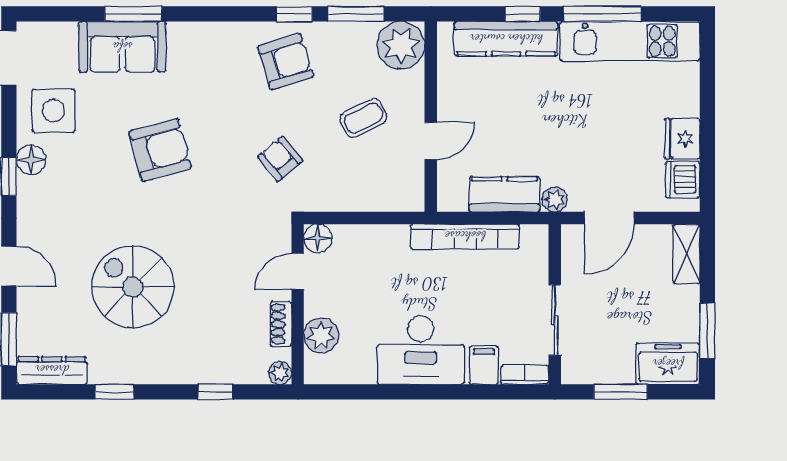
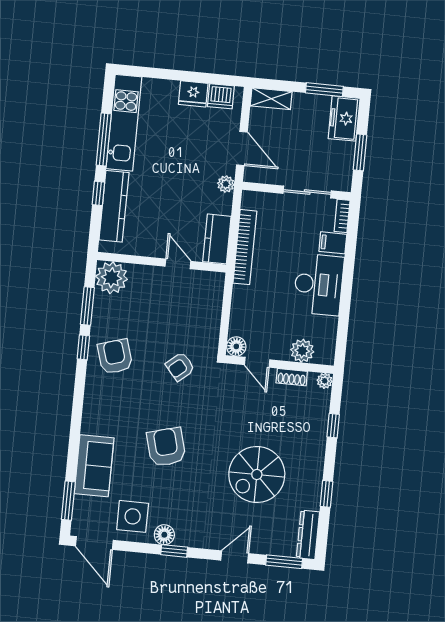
window: (133, 14) -> (68, 501), moved
coffee table: (363, 118) -> (158, 308), removed
kitchen counter: (505, 194) -> (217, 239), moved

